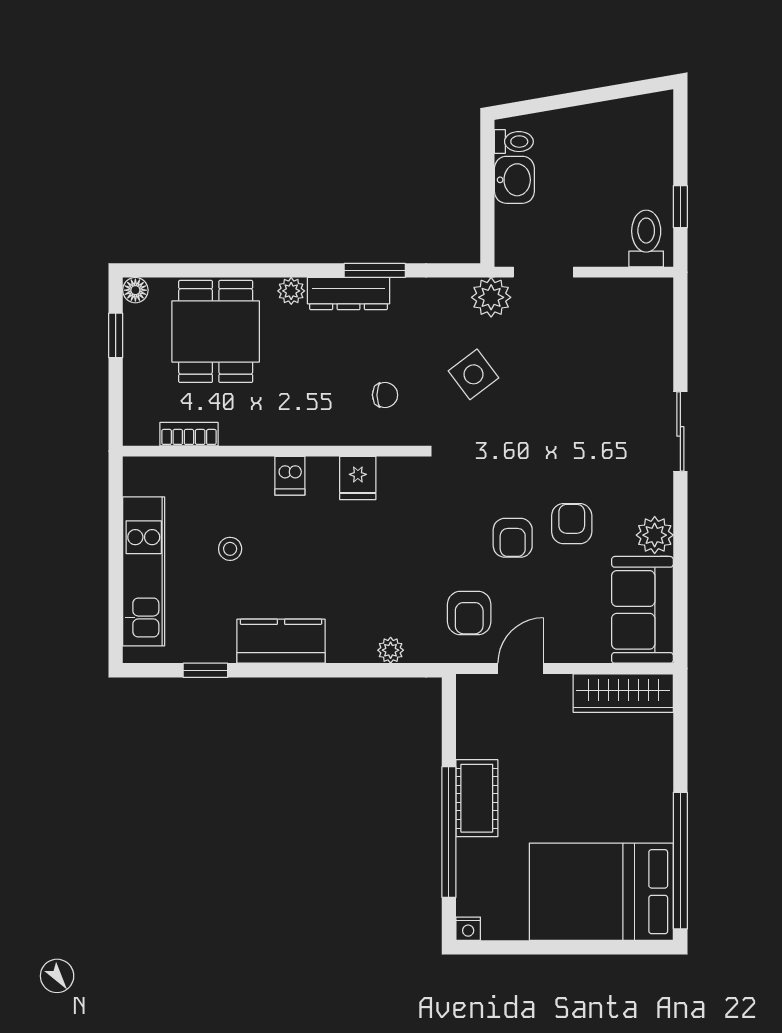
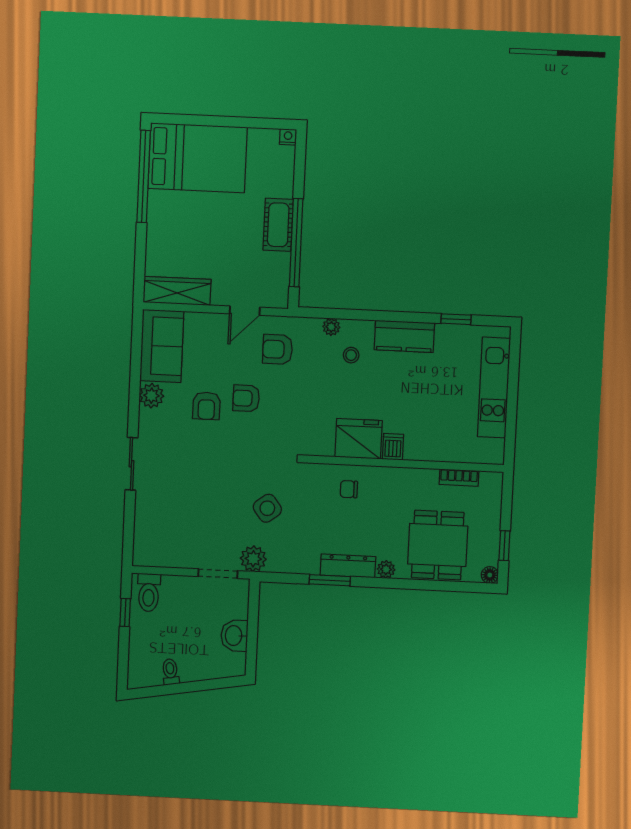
toilet: (514, 142) -> (170, 672), moved, turned 80
chair: (385, 395) -> (349, 489), moved
fridge: (358, 478) -> (359, 439), width x1.88, depth x1.34
armchair: (513, 538) -> (246, 398), turned -90
stool: (230, 549) -> (351, 355), moved
armchair: (469, 613) -> (278, 349), turned -90
window: (449, 832) -> (296, 243), moved

